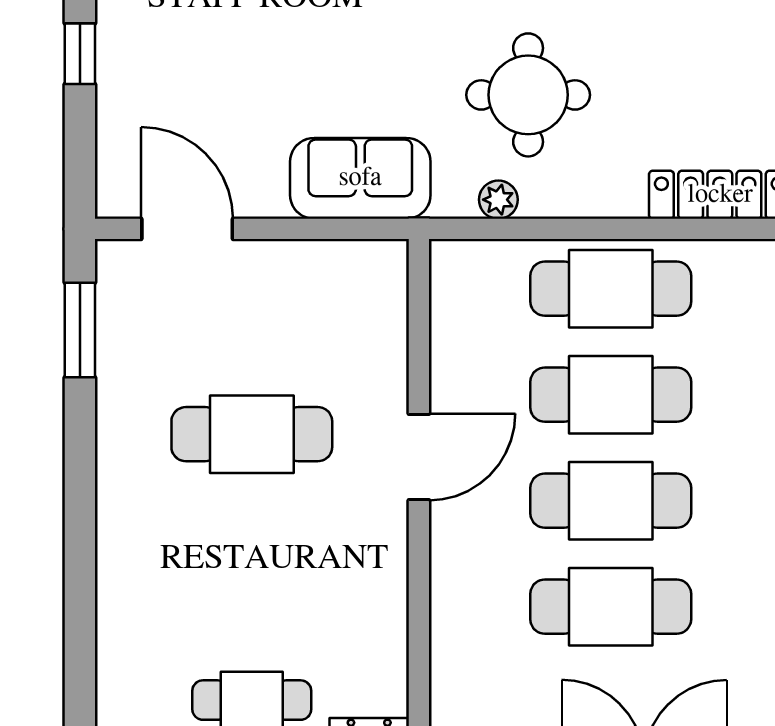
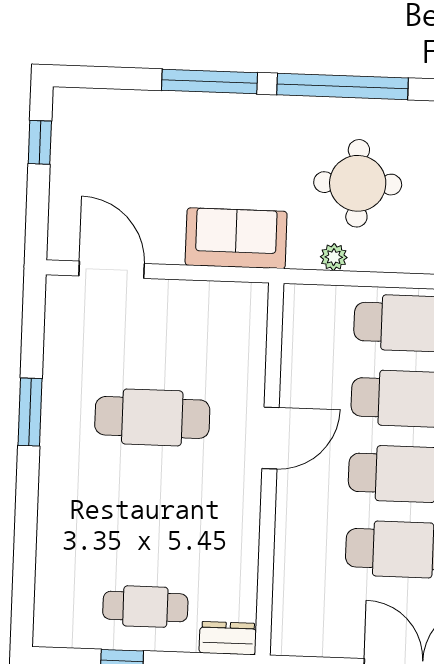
window: (80, 330) -> (30, 412), moved

